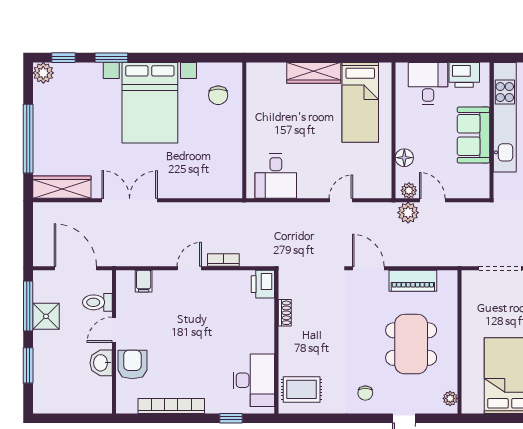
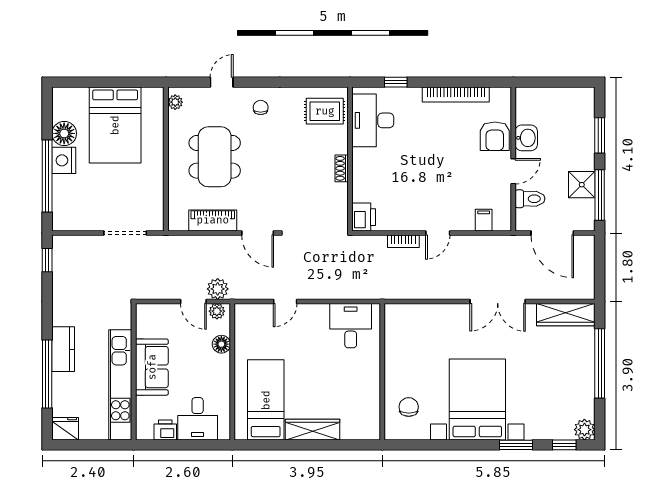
printer: (464, 75) -> (165, 430), width x0.73, depth x0.81
shoe rack: (285, 313) -> (342, 168), moved

